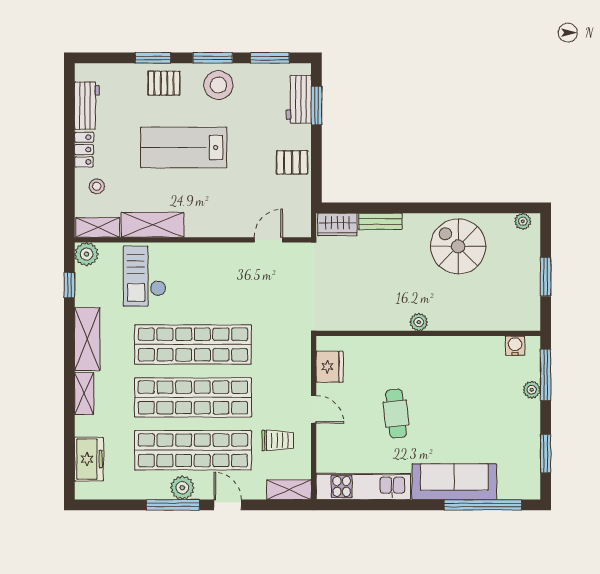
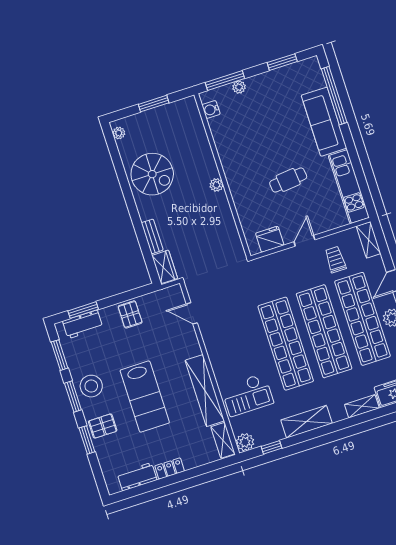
pallet: (164, 83) -> (103, 426), turned 90
stool: (97, 186) -> (193, 451), removed
shelving: (152, 225) -> (205, 391), width x1.47
spiral stairs: (458, 246) -> (152, 174), turned -90
shelving: (84, 393) -> (362, 406), moved

